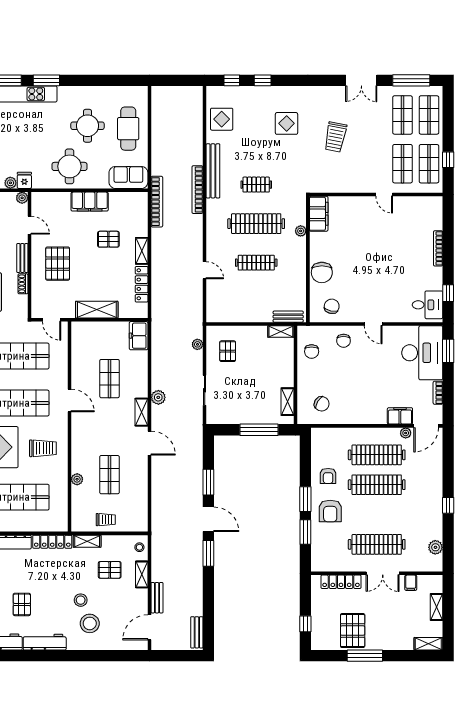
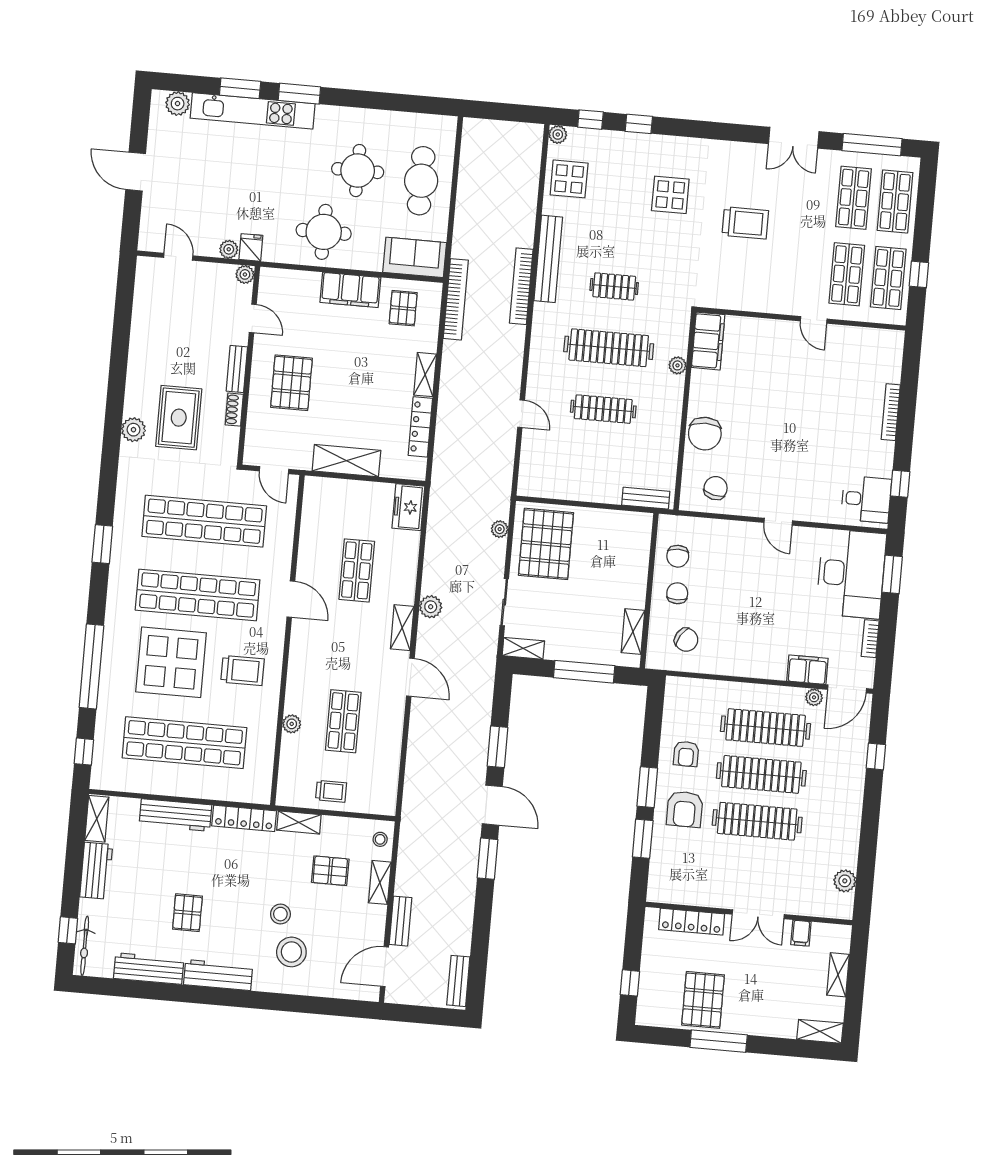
plant: (212, 92) -> (558, 134), added
trolley: (335, 137) -> (745, 223), turned -101
pallet: (108, 239) -> (403, 308), moved, turned 90
shelving: (281, 331) -> (523, 648), moved
chair: (344, 341) -> (677, 593), moved, turned 180
pallet: (228, 351) -> (546, 544), width x2.05, depth x2.00
window: (448, 505) -> (876, 756), moved
clothes rail: (377, 544) -> (757, 821), moved

